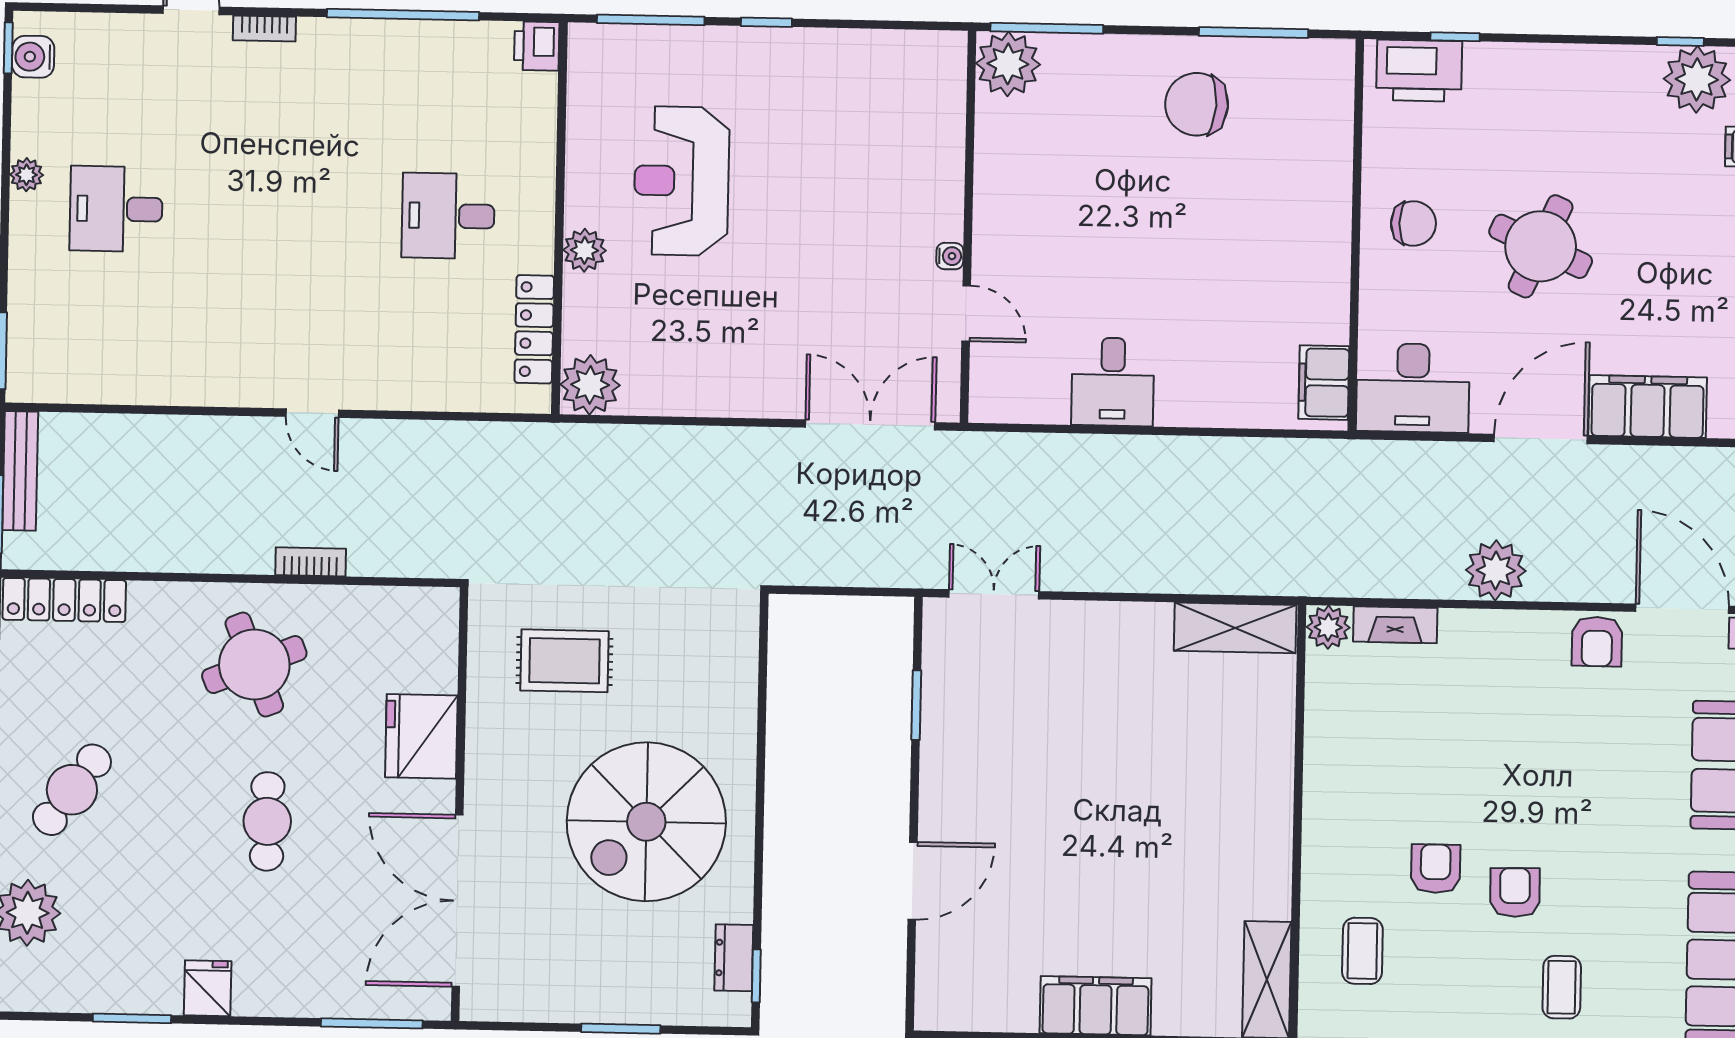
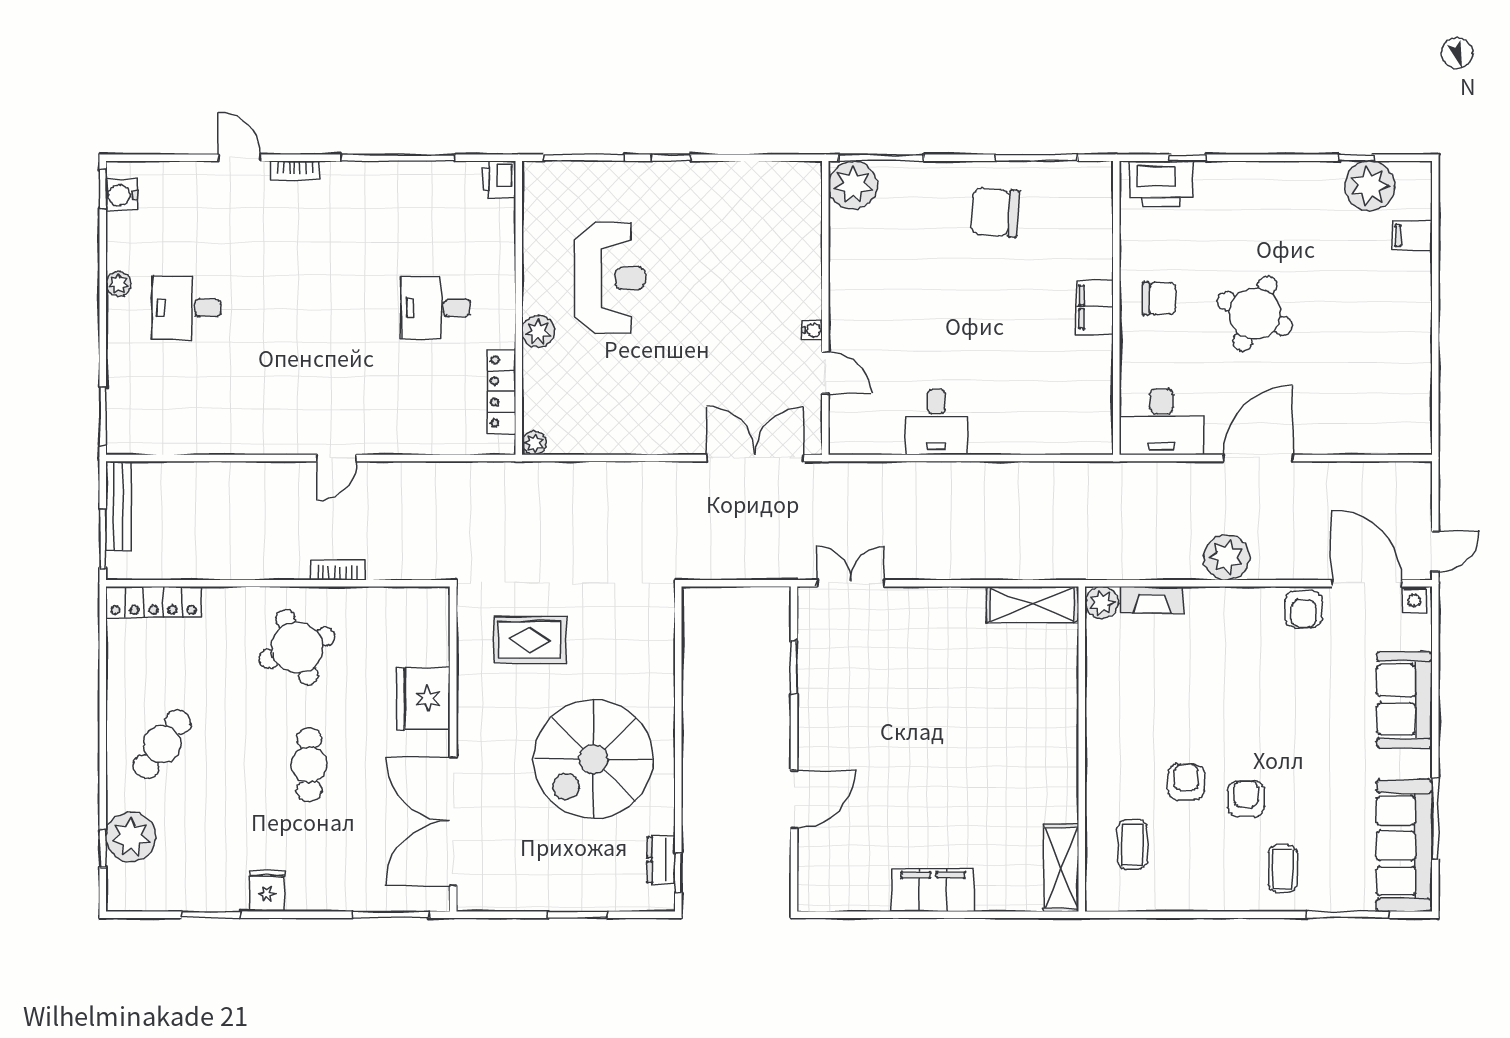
reception desk: (682, 181) -> (610, 278), turned 180
filing cabinet: (1324, 383) -> (1095, 307), moved
plant: (590, 385) -> (534, 443), width x0.53, depth x0.53
filing cabinet: (1648, 407) -> (1338, 432), removed
door: (312, 413) -> (337, 458), hinge flipped

